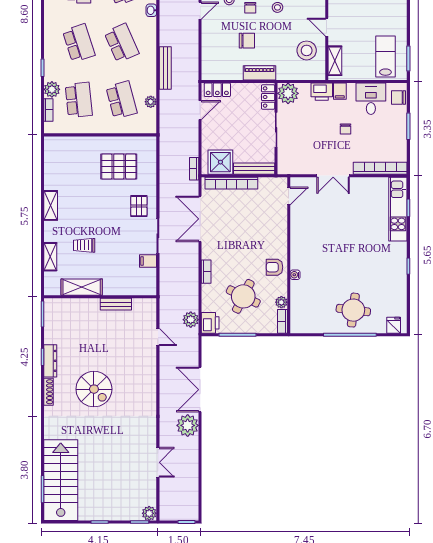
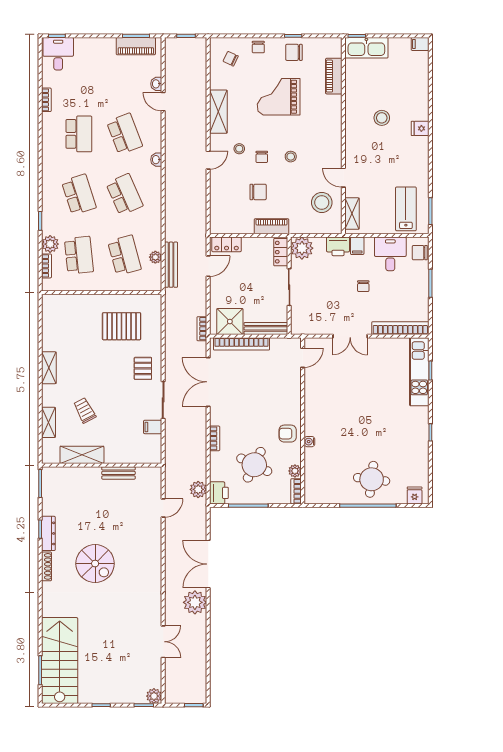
bench: (165, 68) -> (171, 265), moved
trolley: (84, 245) -> (85, 410), turned 62
door: (158, 337) -> (163, 508), hinge flipped

